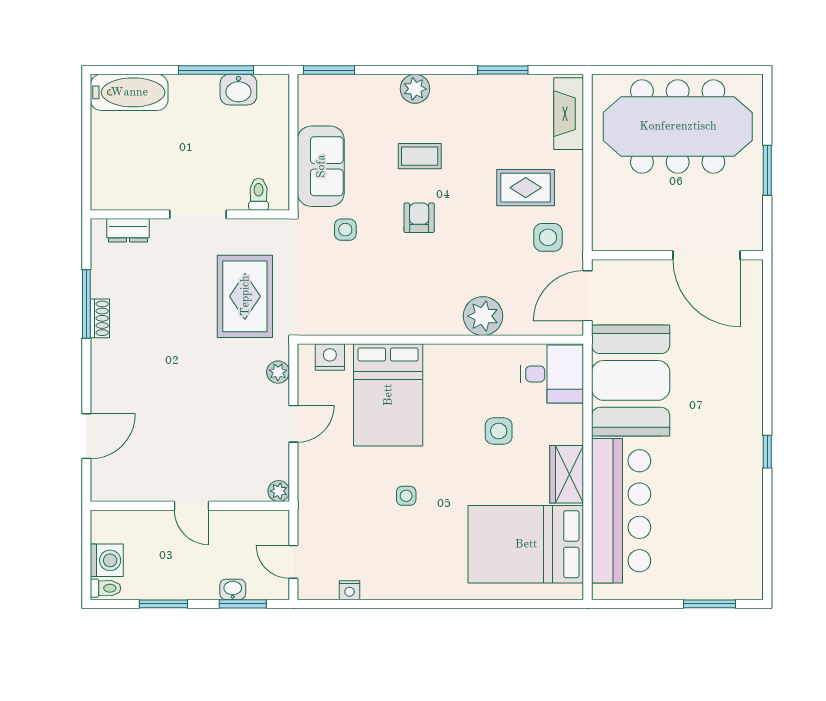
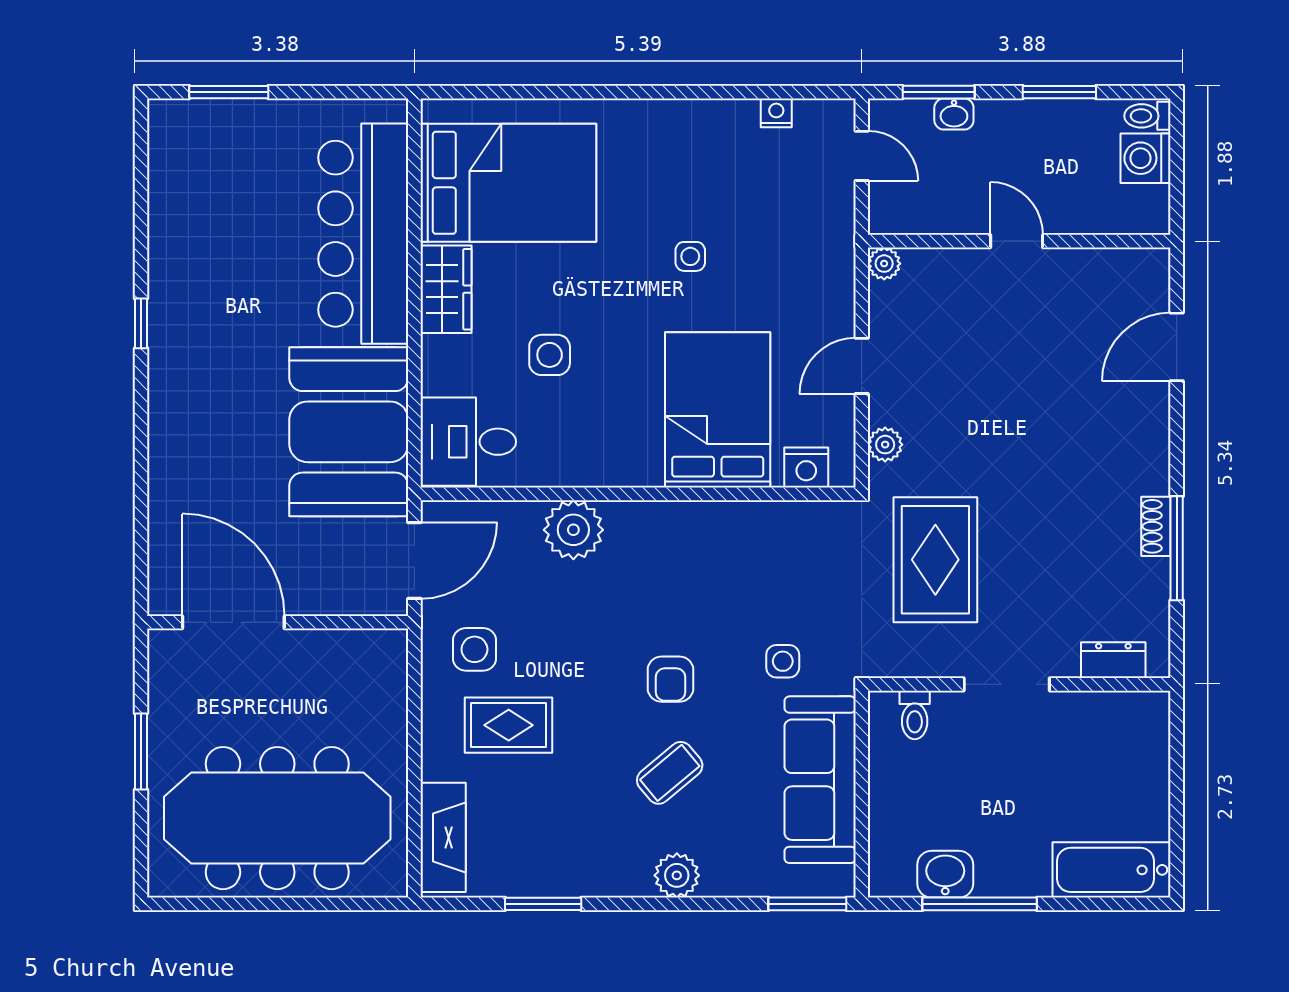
coffee table: (420, 156) -> (670, 773), turned -40
sofa: (321, 166) -> (820, 780), width x1.36

